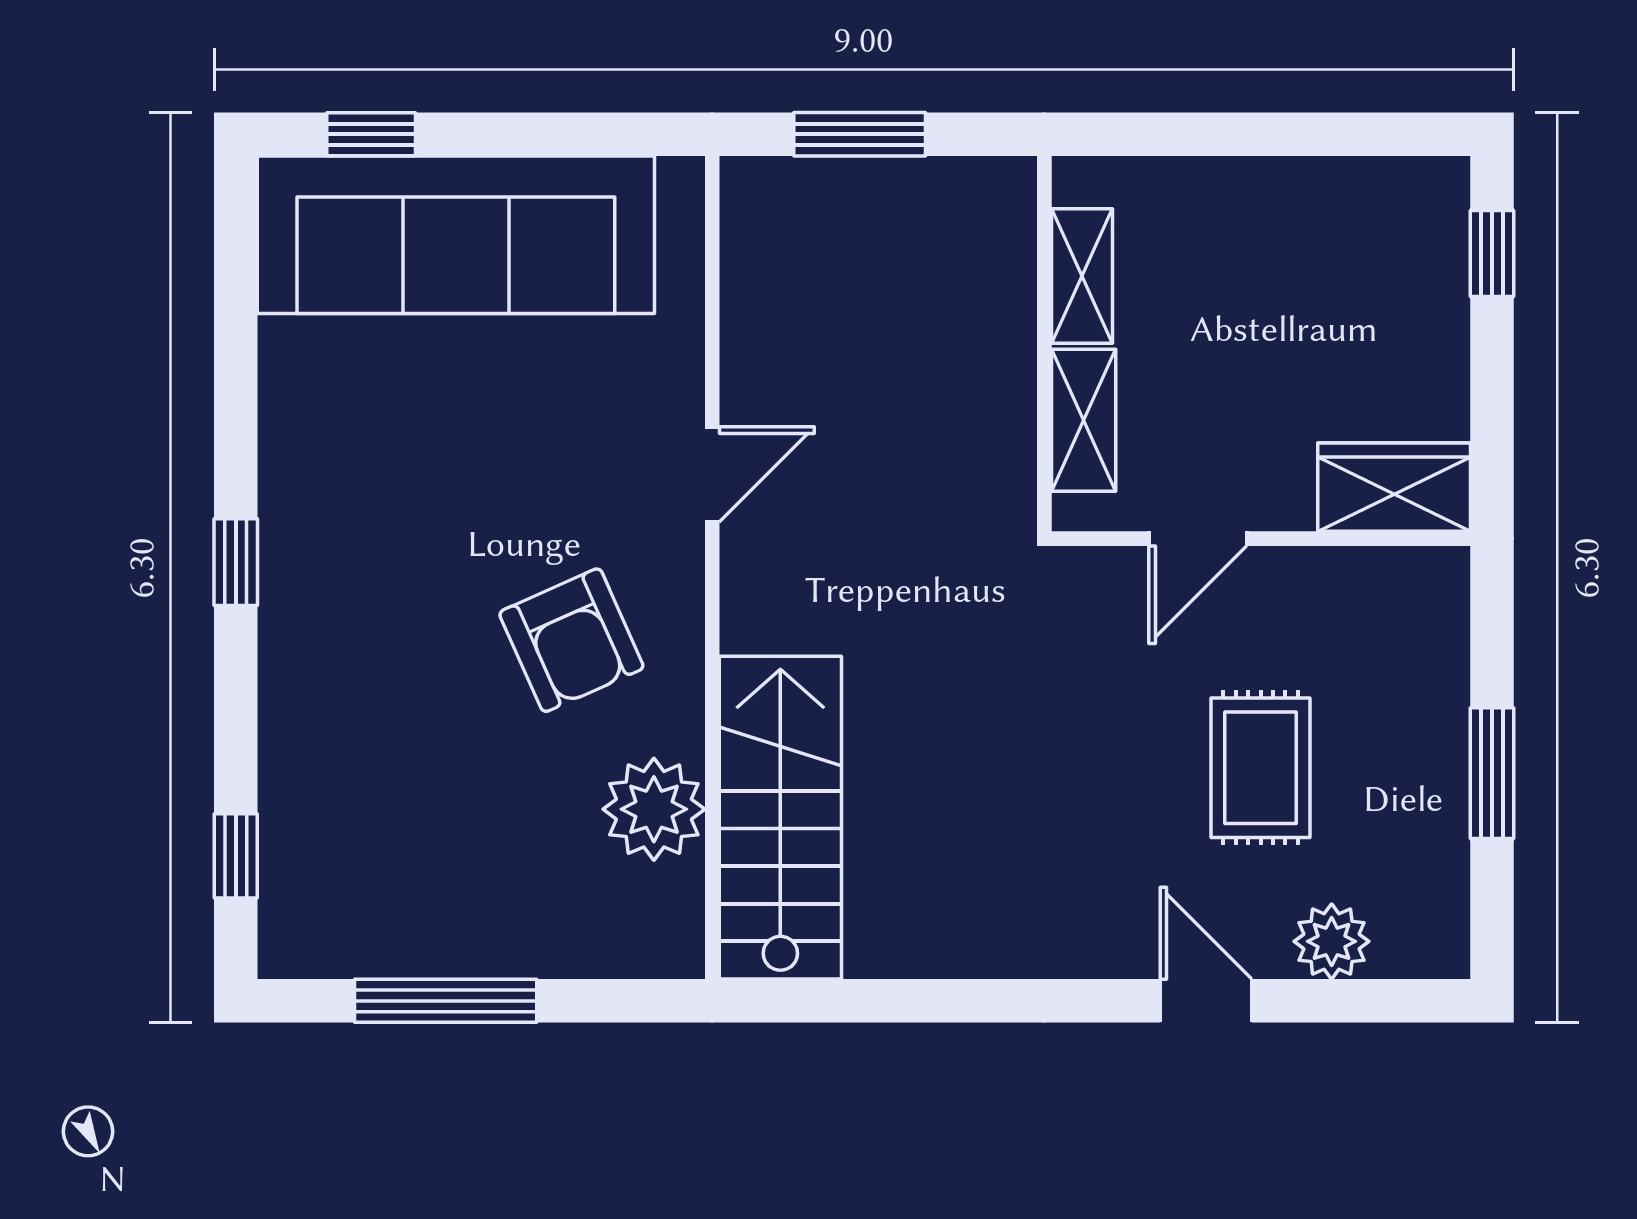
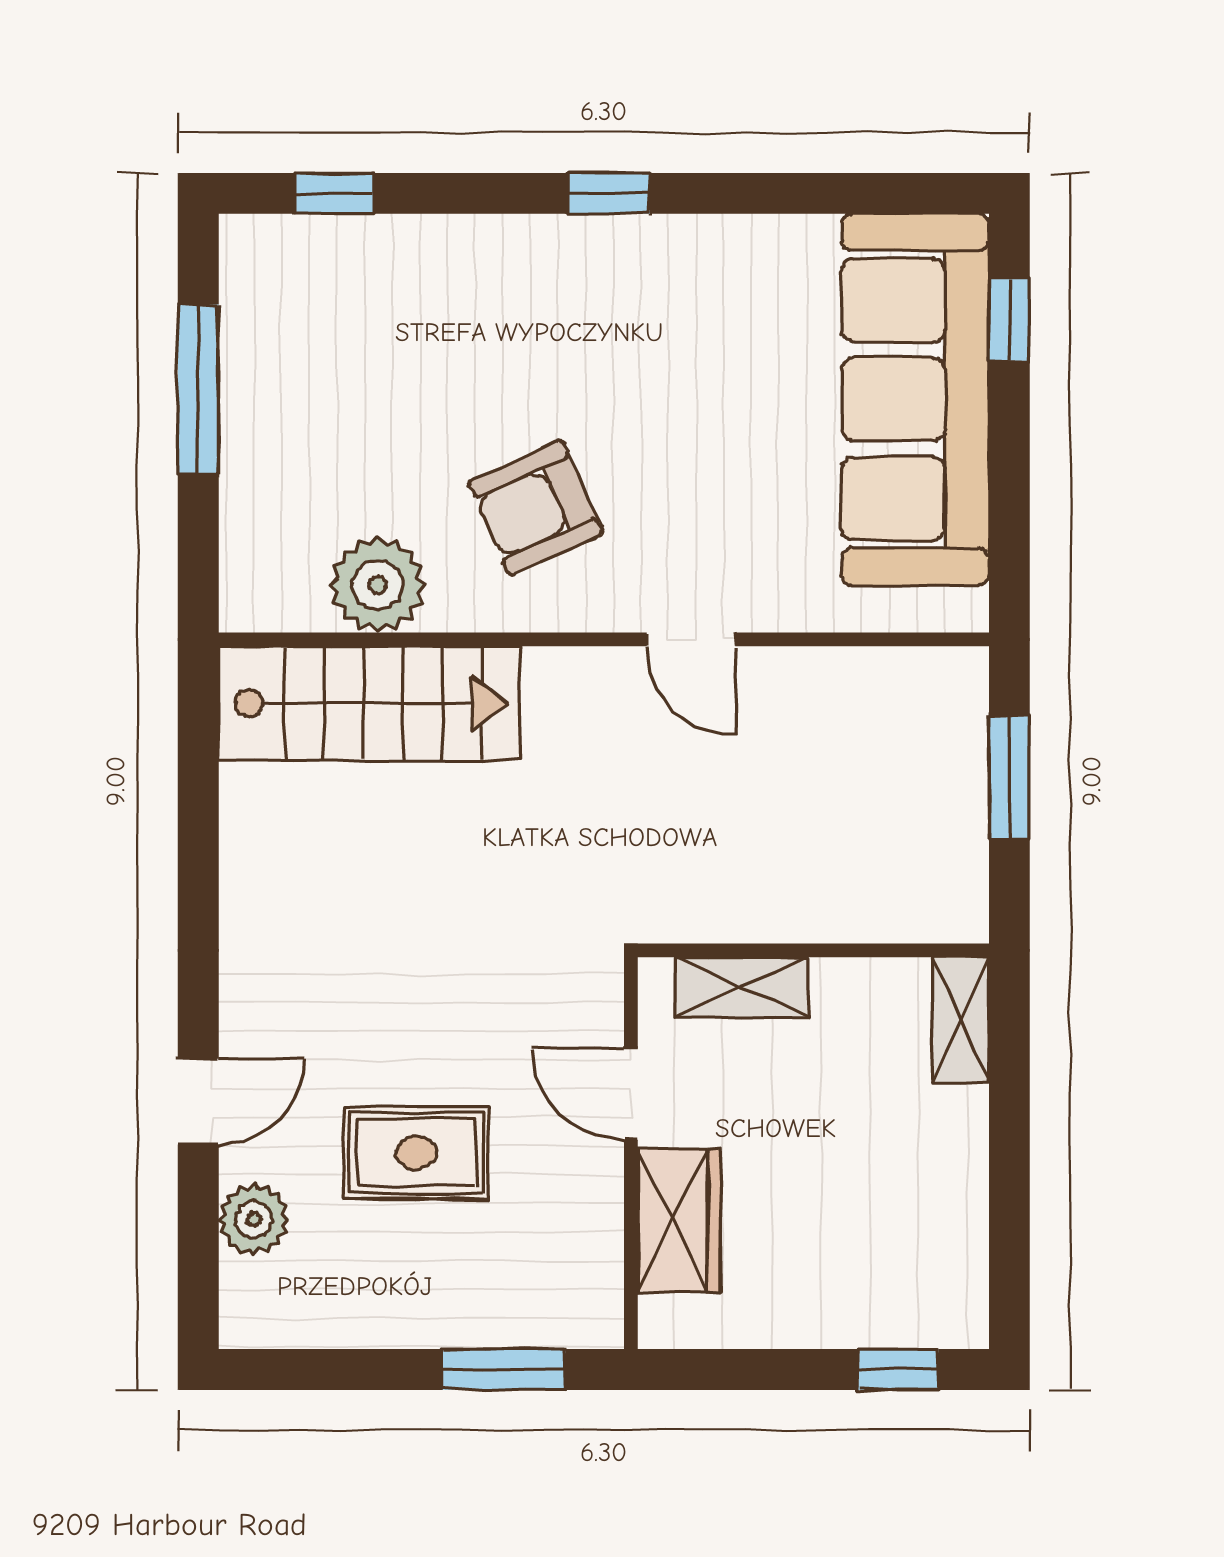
shelving: (1082, 276) -> (961, 1020), moved, turned 90
wardrobe: (1394, 487) -> (679, 1220), moved
window: (1492, 773) -> (504, 1369), moved

